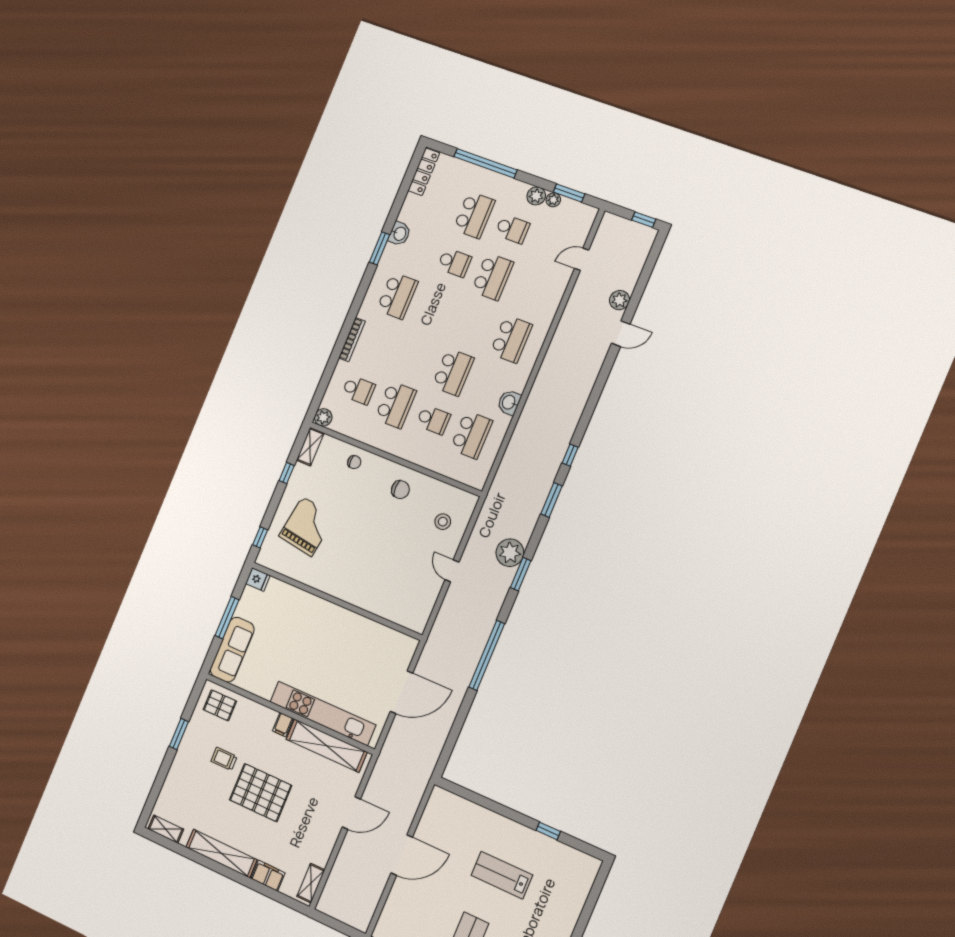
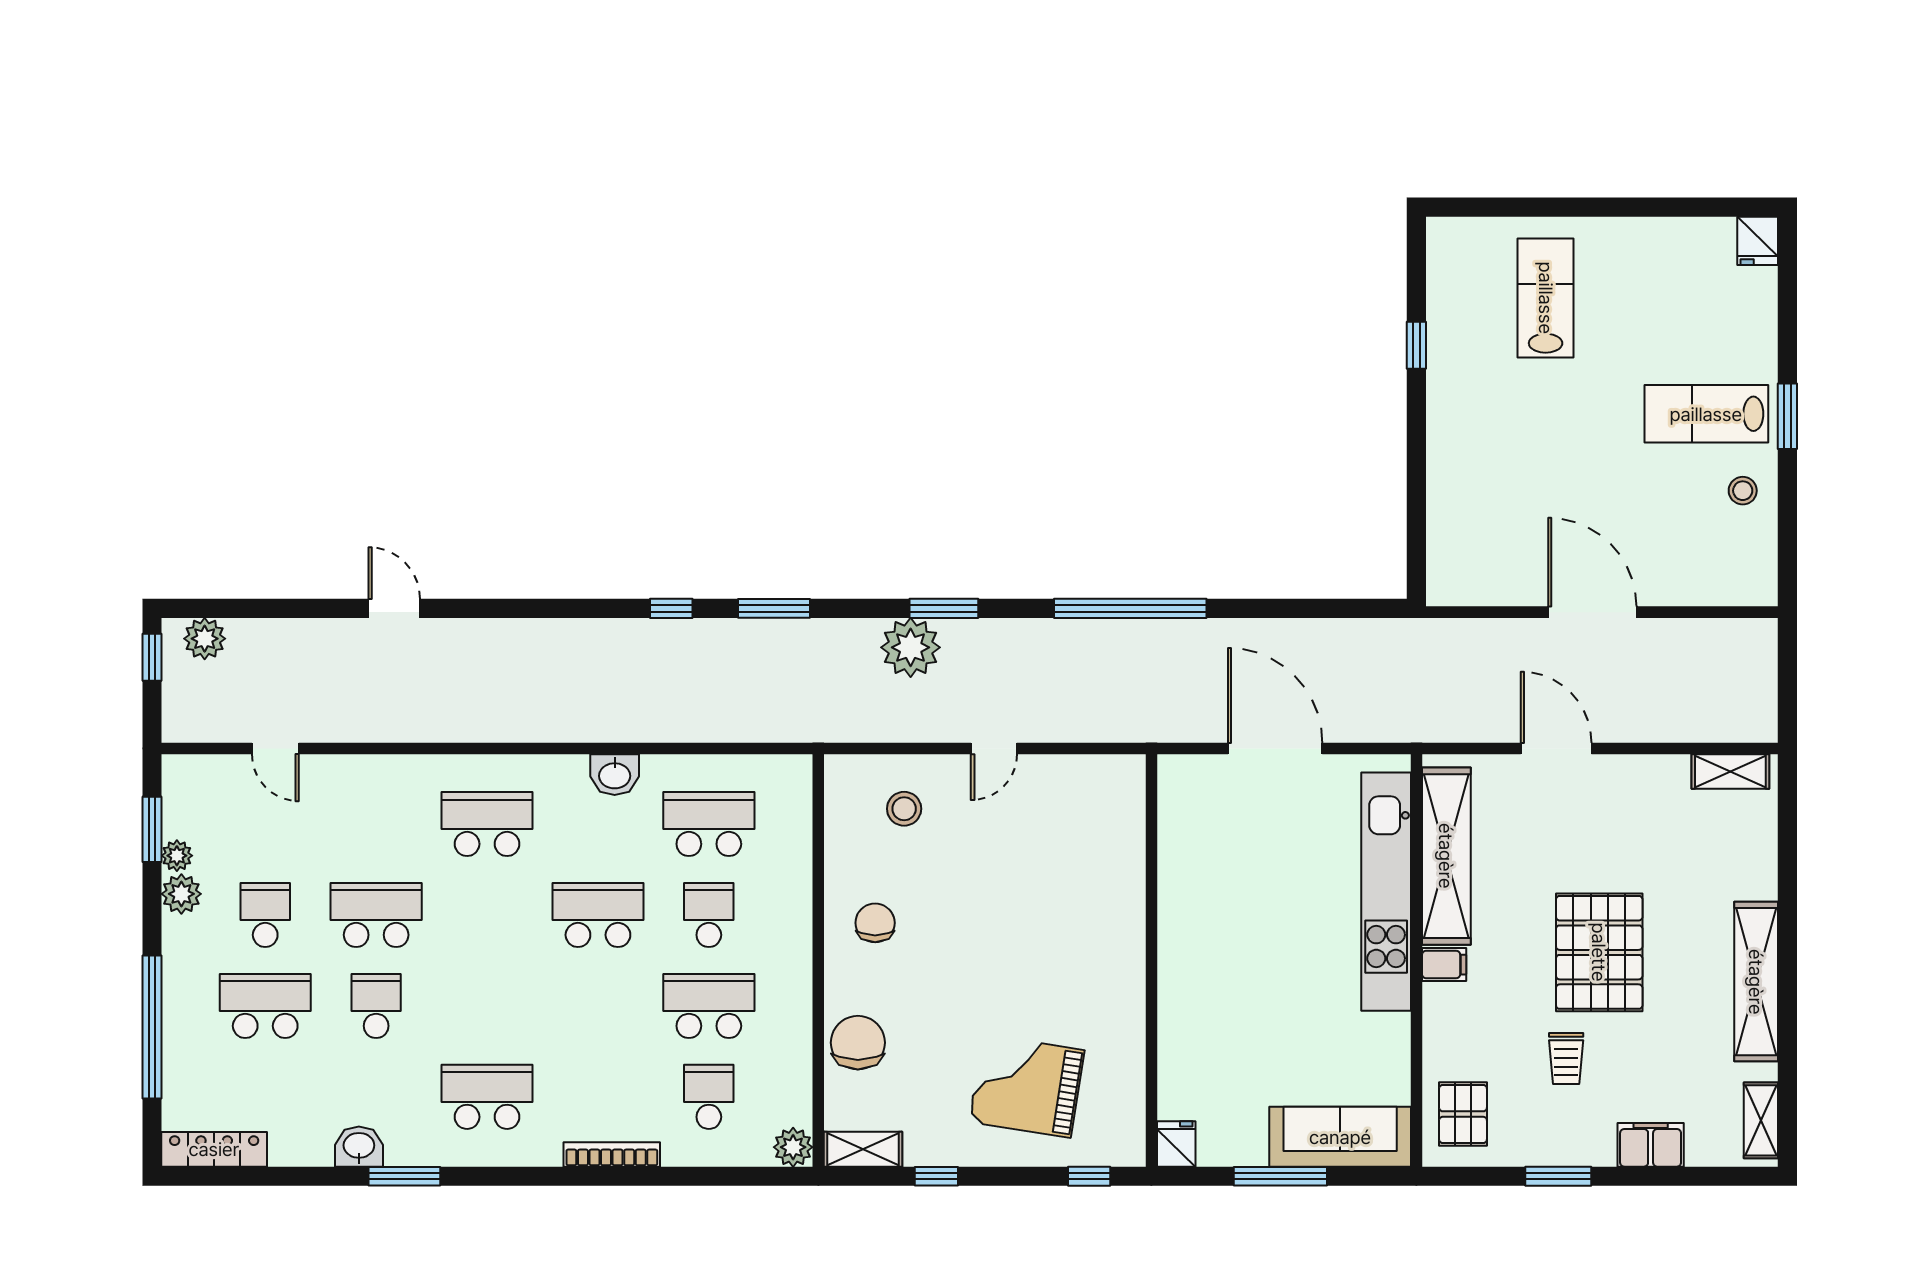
plant: (620, 300) -> (205, 639), moved
chair: (354, 462) -> (858, 1043), width x1.87, depth x1.87
lab bench: (502, 875) -> (1546, 298), moved, turned 180
filing cabinet: (268, 876) -> (1651, 1145), moved, turned 90

